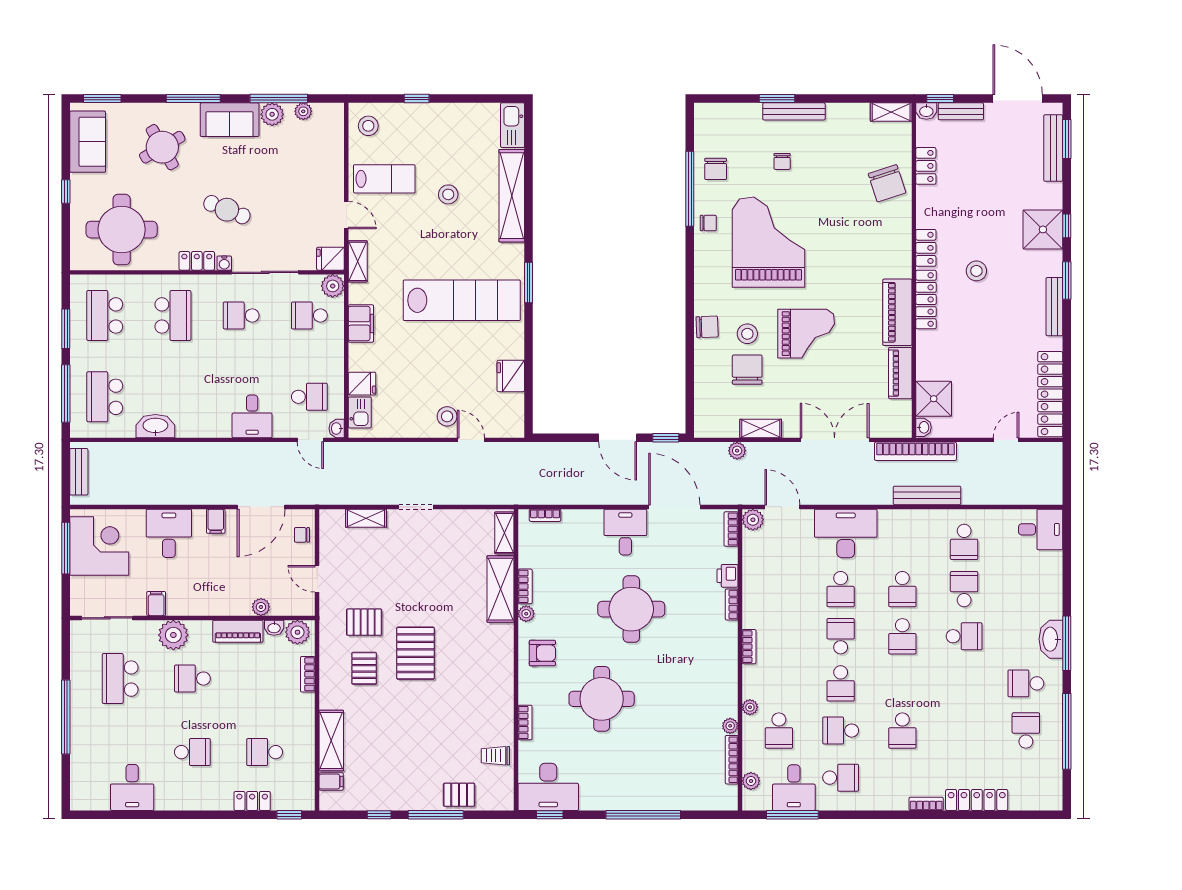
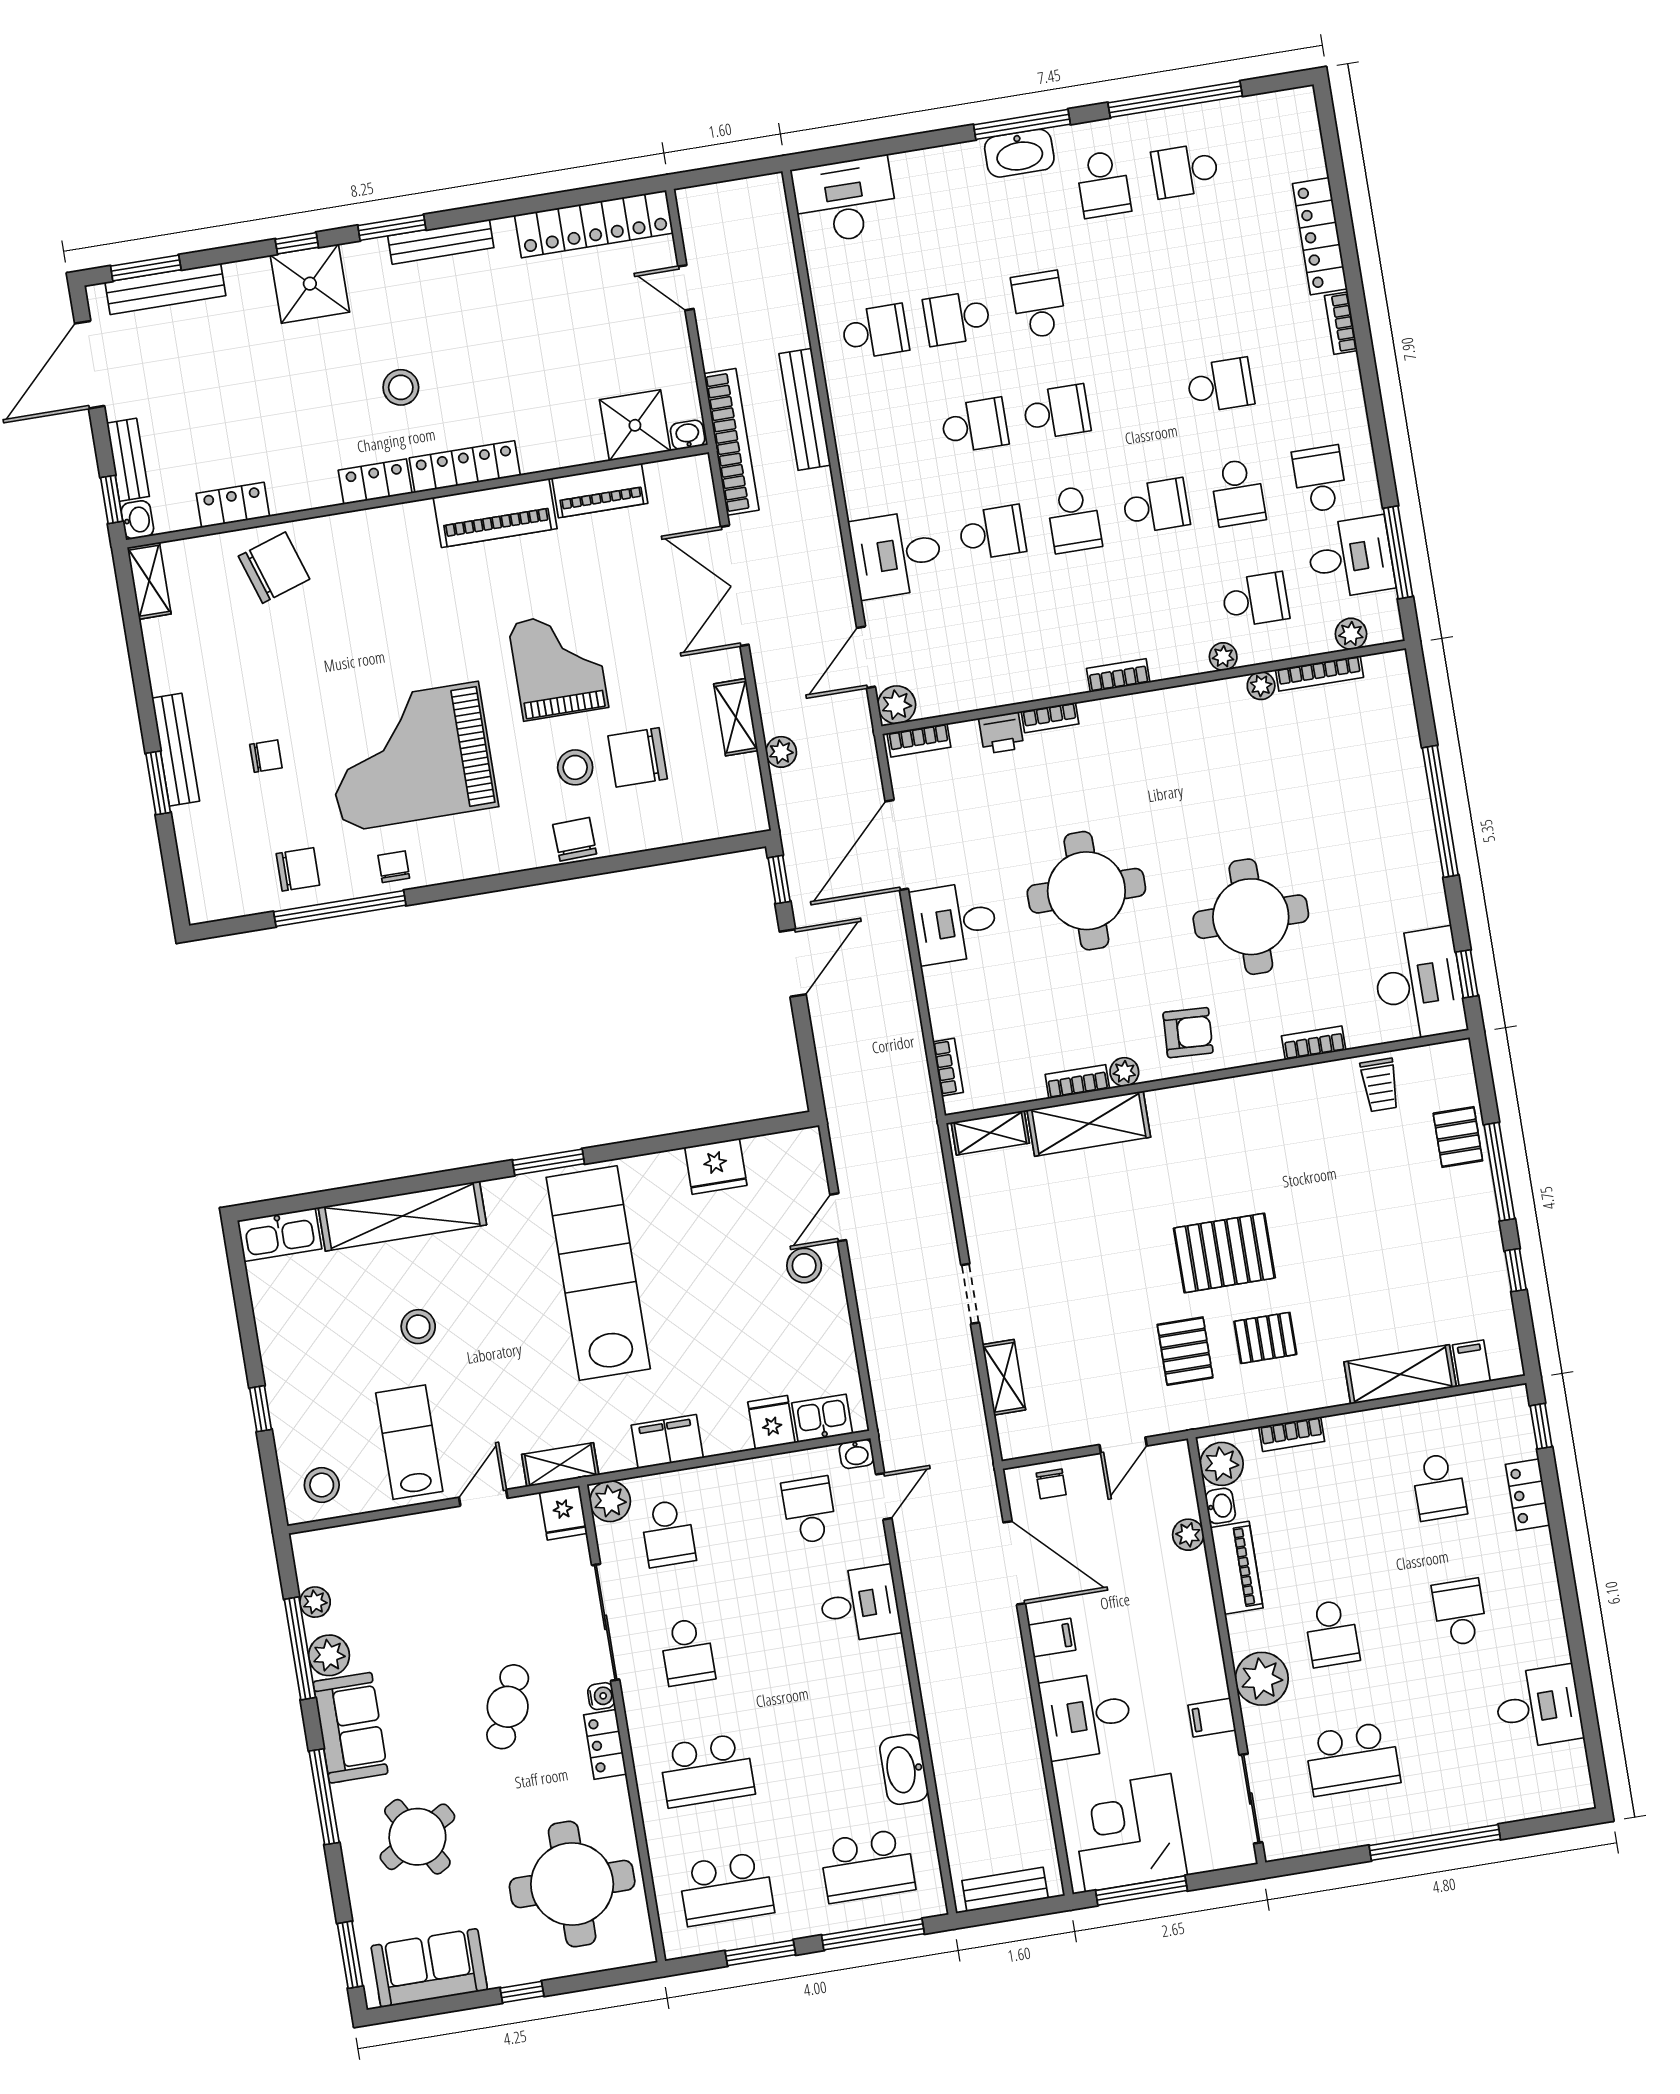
school desk: (173, 315) -> (707, 1770), turned 180
desk: (1041, 529) -> (845, 200), width x1.37
desk: (846, 533) -> (897, 554), width x0.73
school desk: (841, 636) -> (1074, 519), turned -90
armchair: (542, 653) -> (1188, 1033), turned 93

